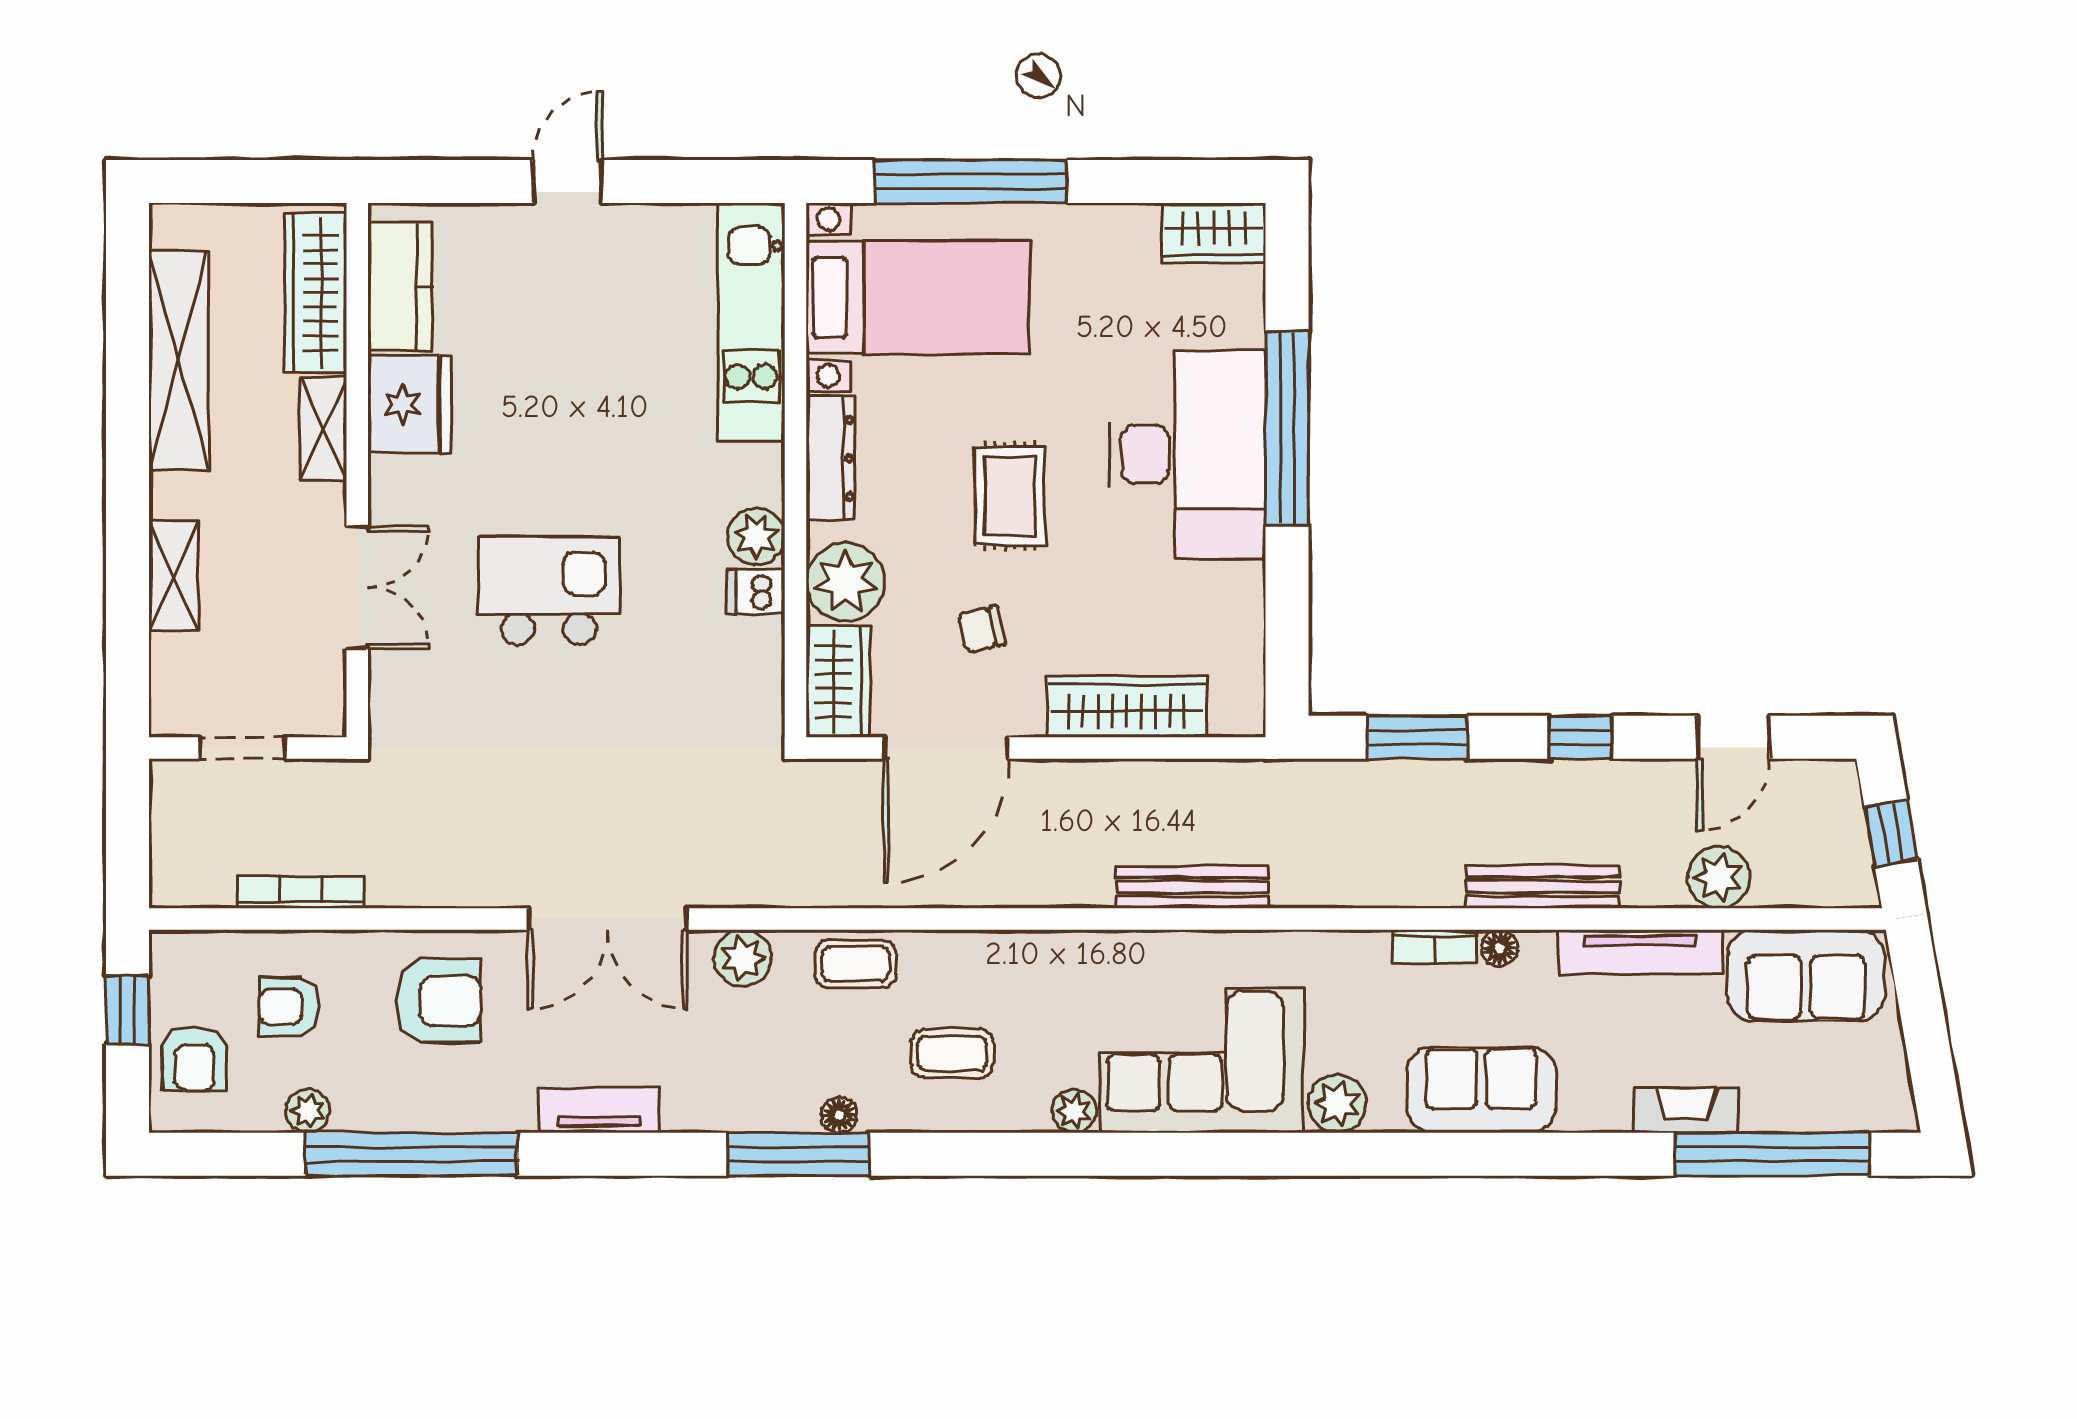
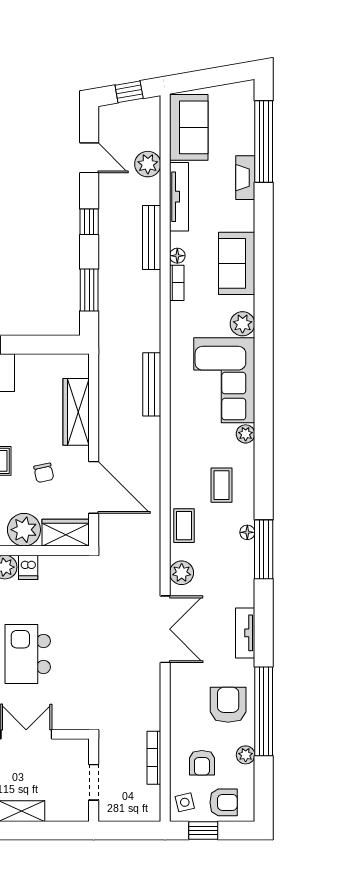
side table: (195, 966) -> (185, 802), added
armchair: (438, 1001) -> (228, 705), moved

